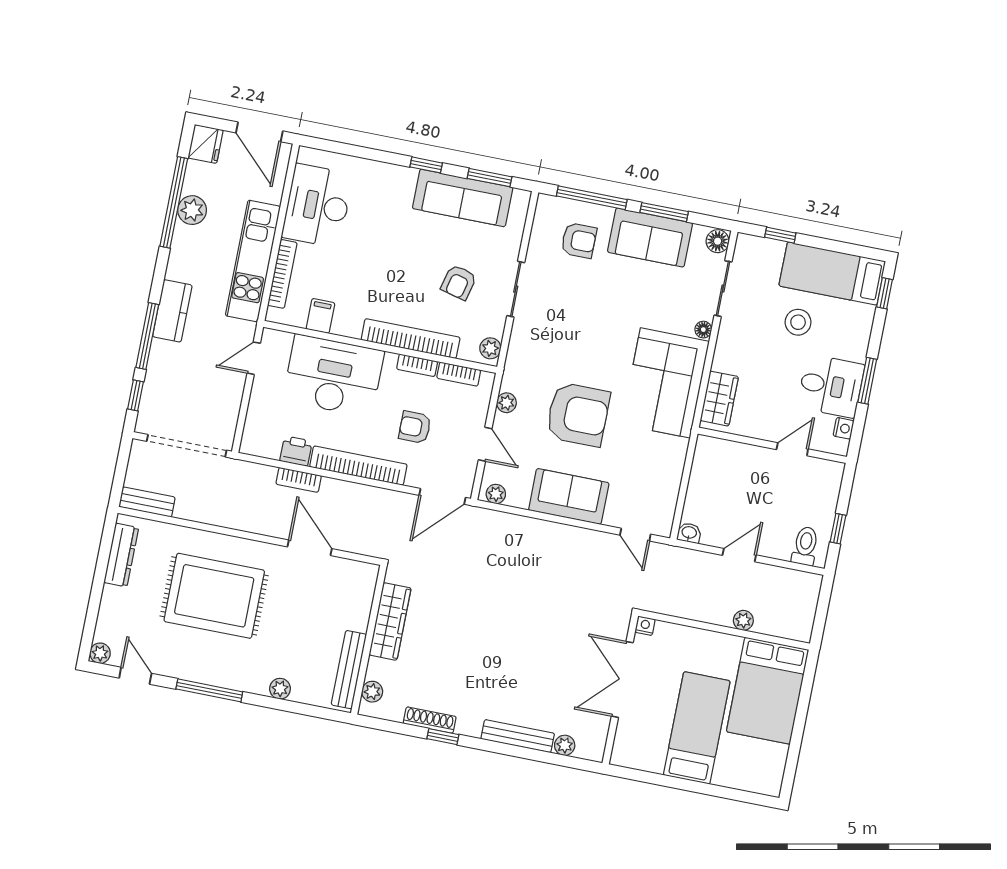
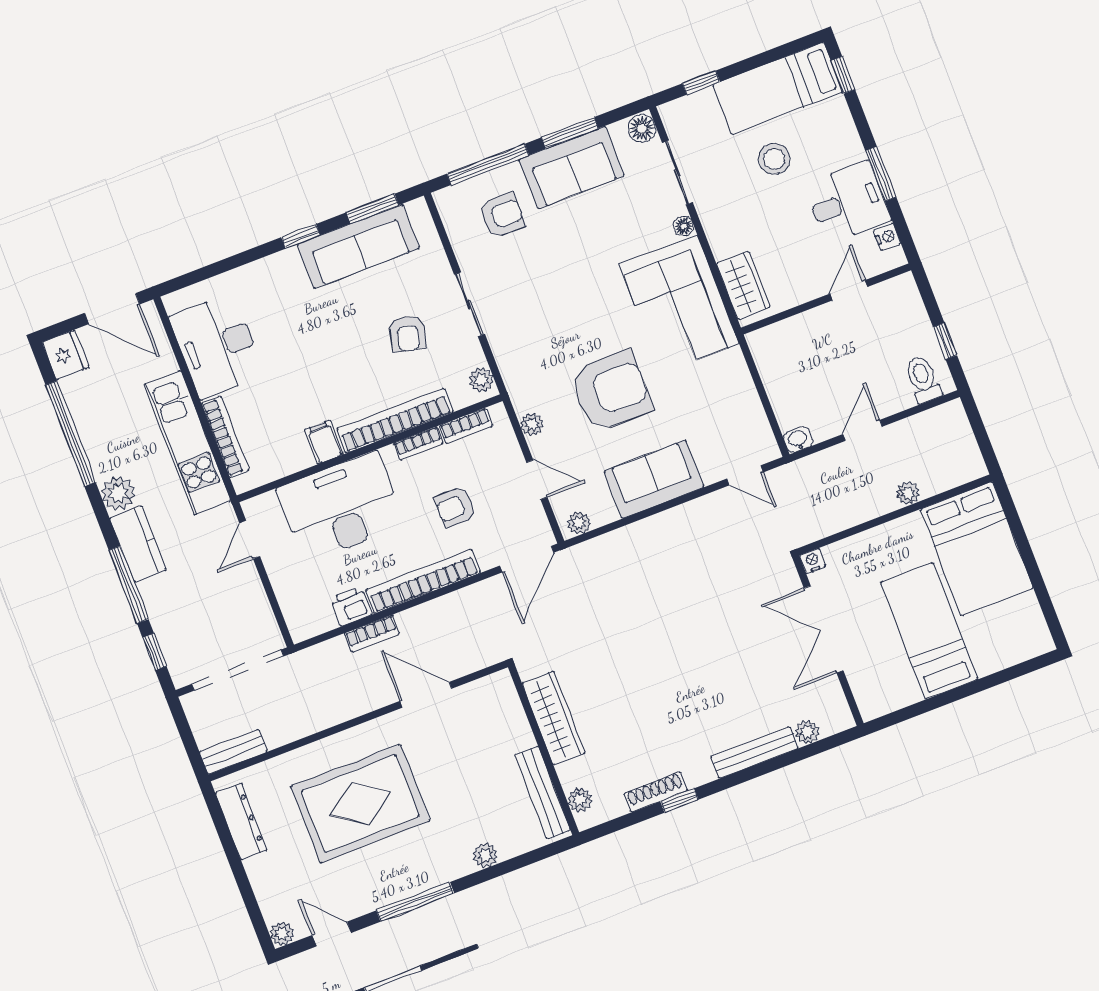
plant: (192, 210) -> (118, 493), moved
filing cabinet: (320, 316) -> (324, 442), moved

